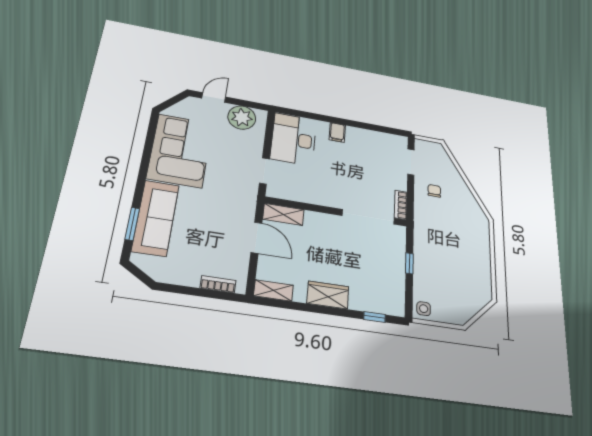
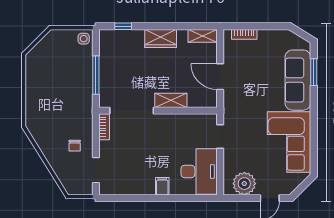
shelving: (283, 214) -> (171, 100), moved
window: (409, 263) -> (96, 75), width x2.17

